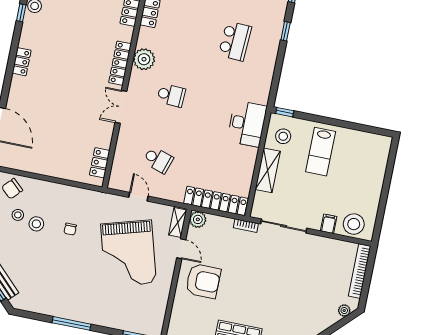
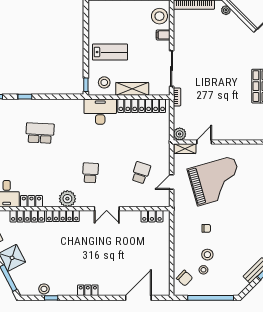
locker: (120, 63) -> (63, 216), moved
locker: (216, 201) -> (142, 106), moved, turned -90
armchair: (203, 281) -> (225, 121), removed

